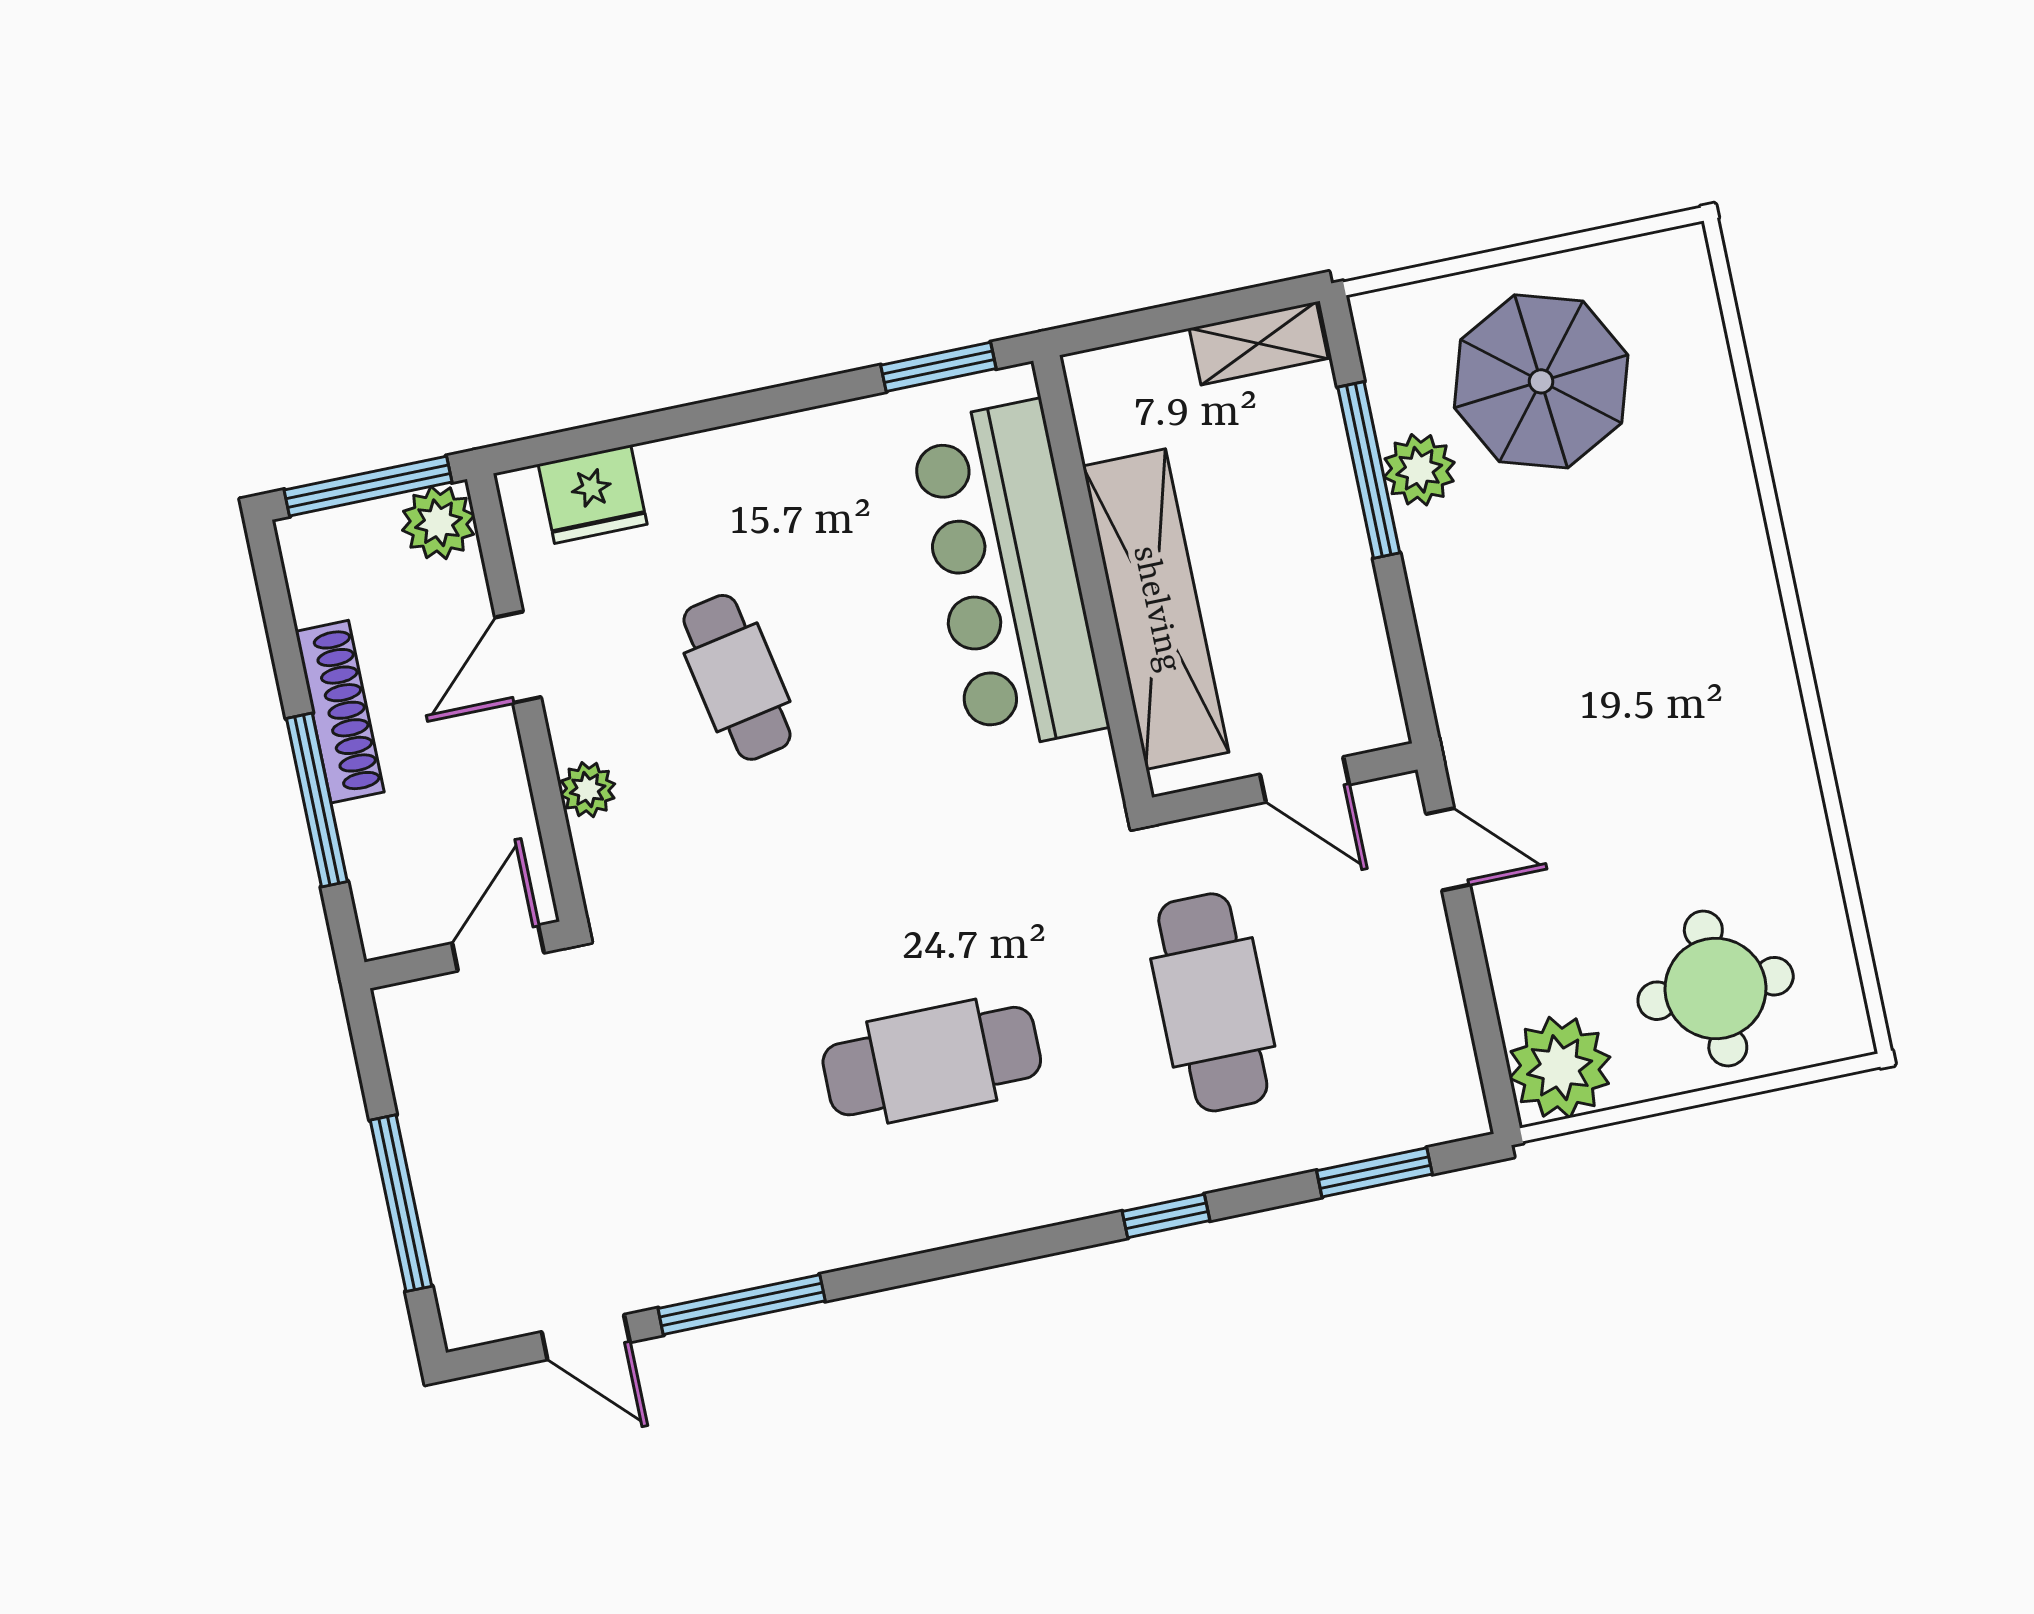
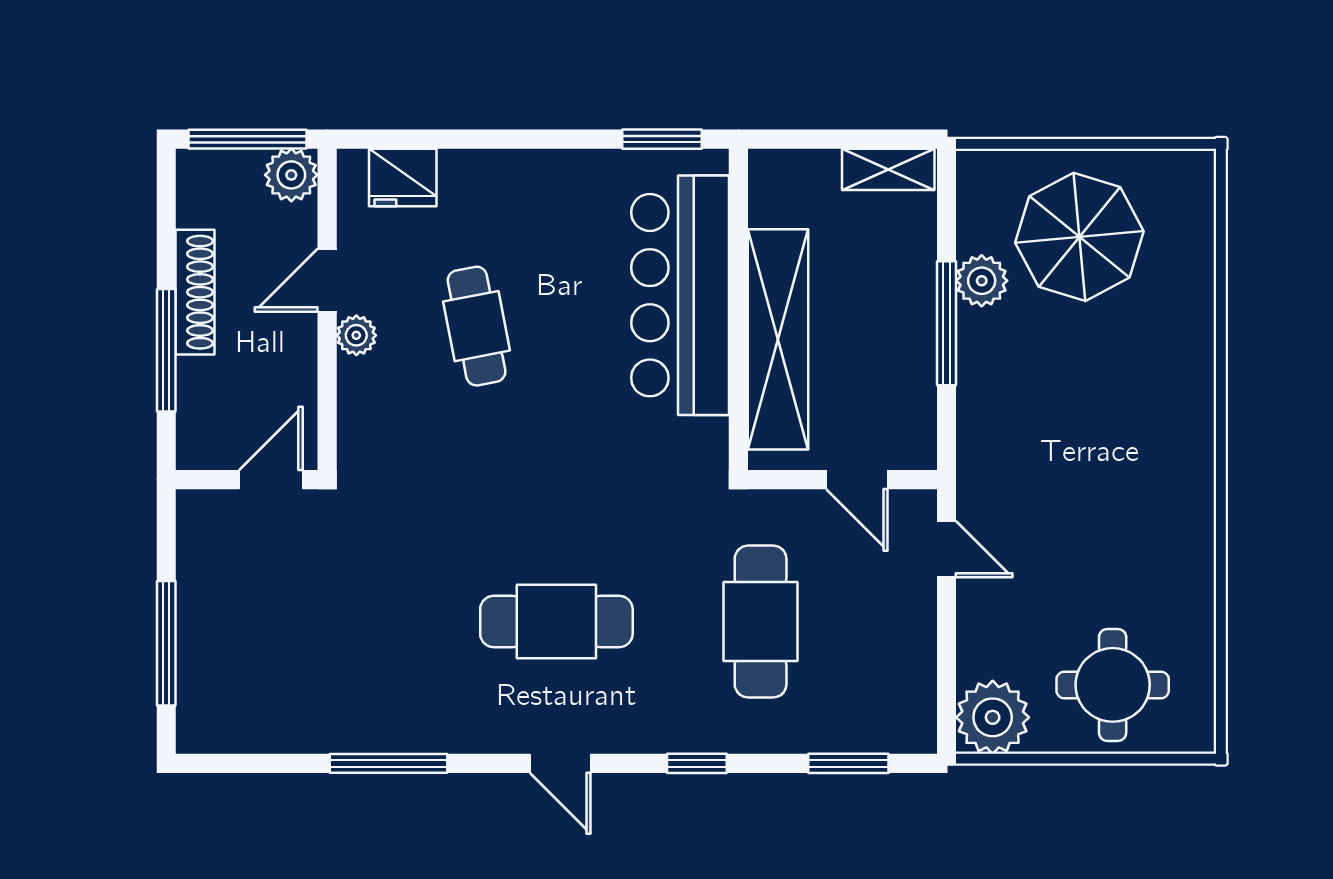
window: (1369, 470) -> (947, 323), moved
plant: (588, 790) -> (356, 335), moved
door: (586, 1337) -> (560, 763), moved

